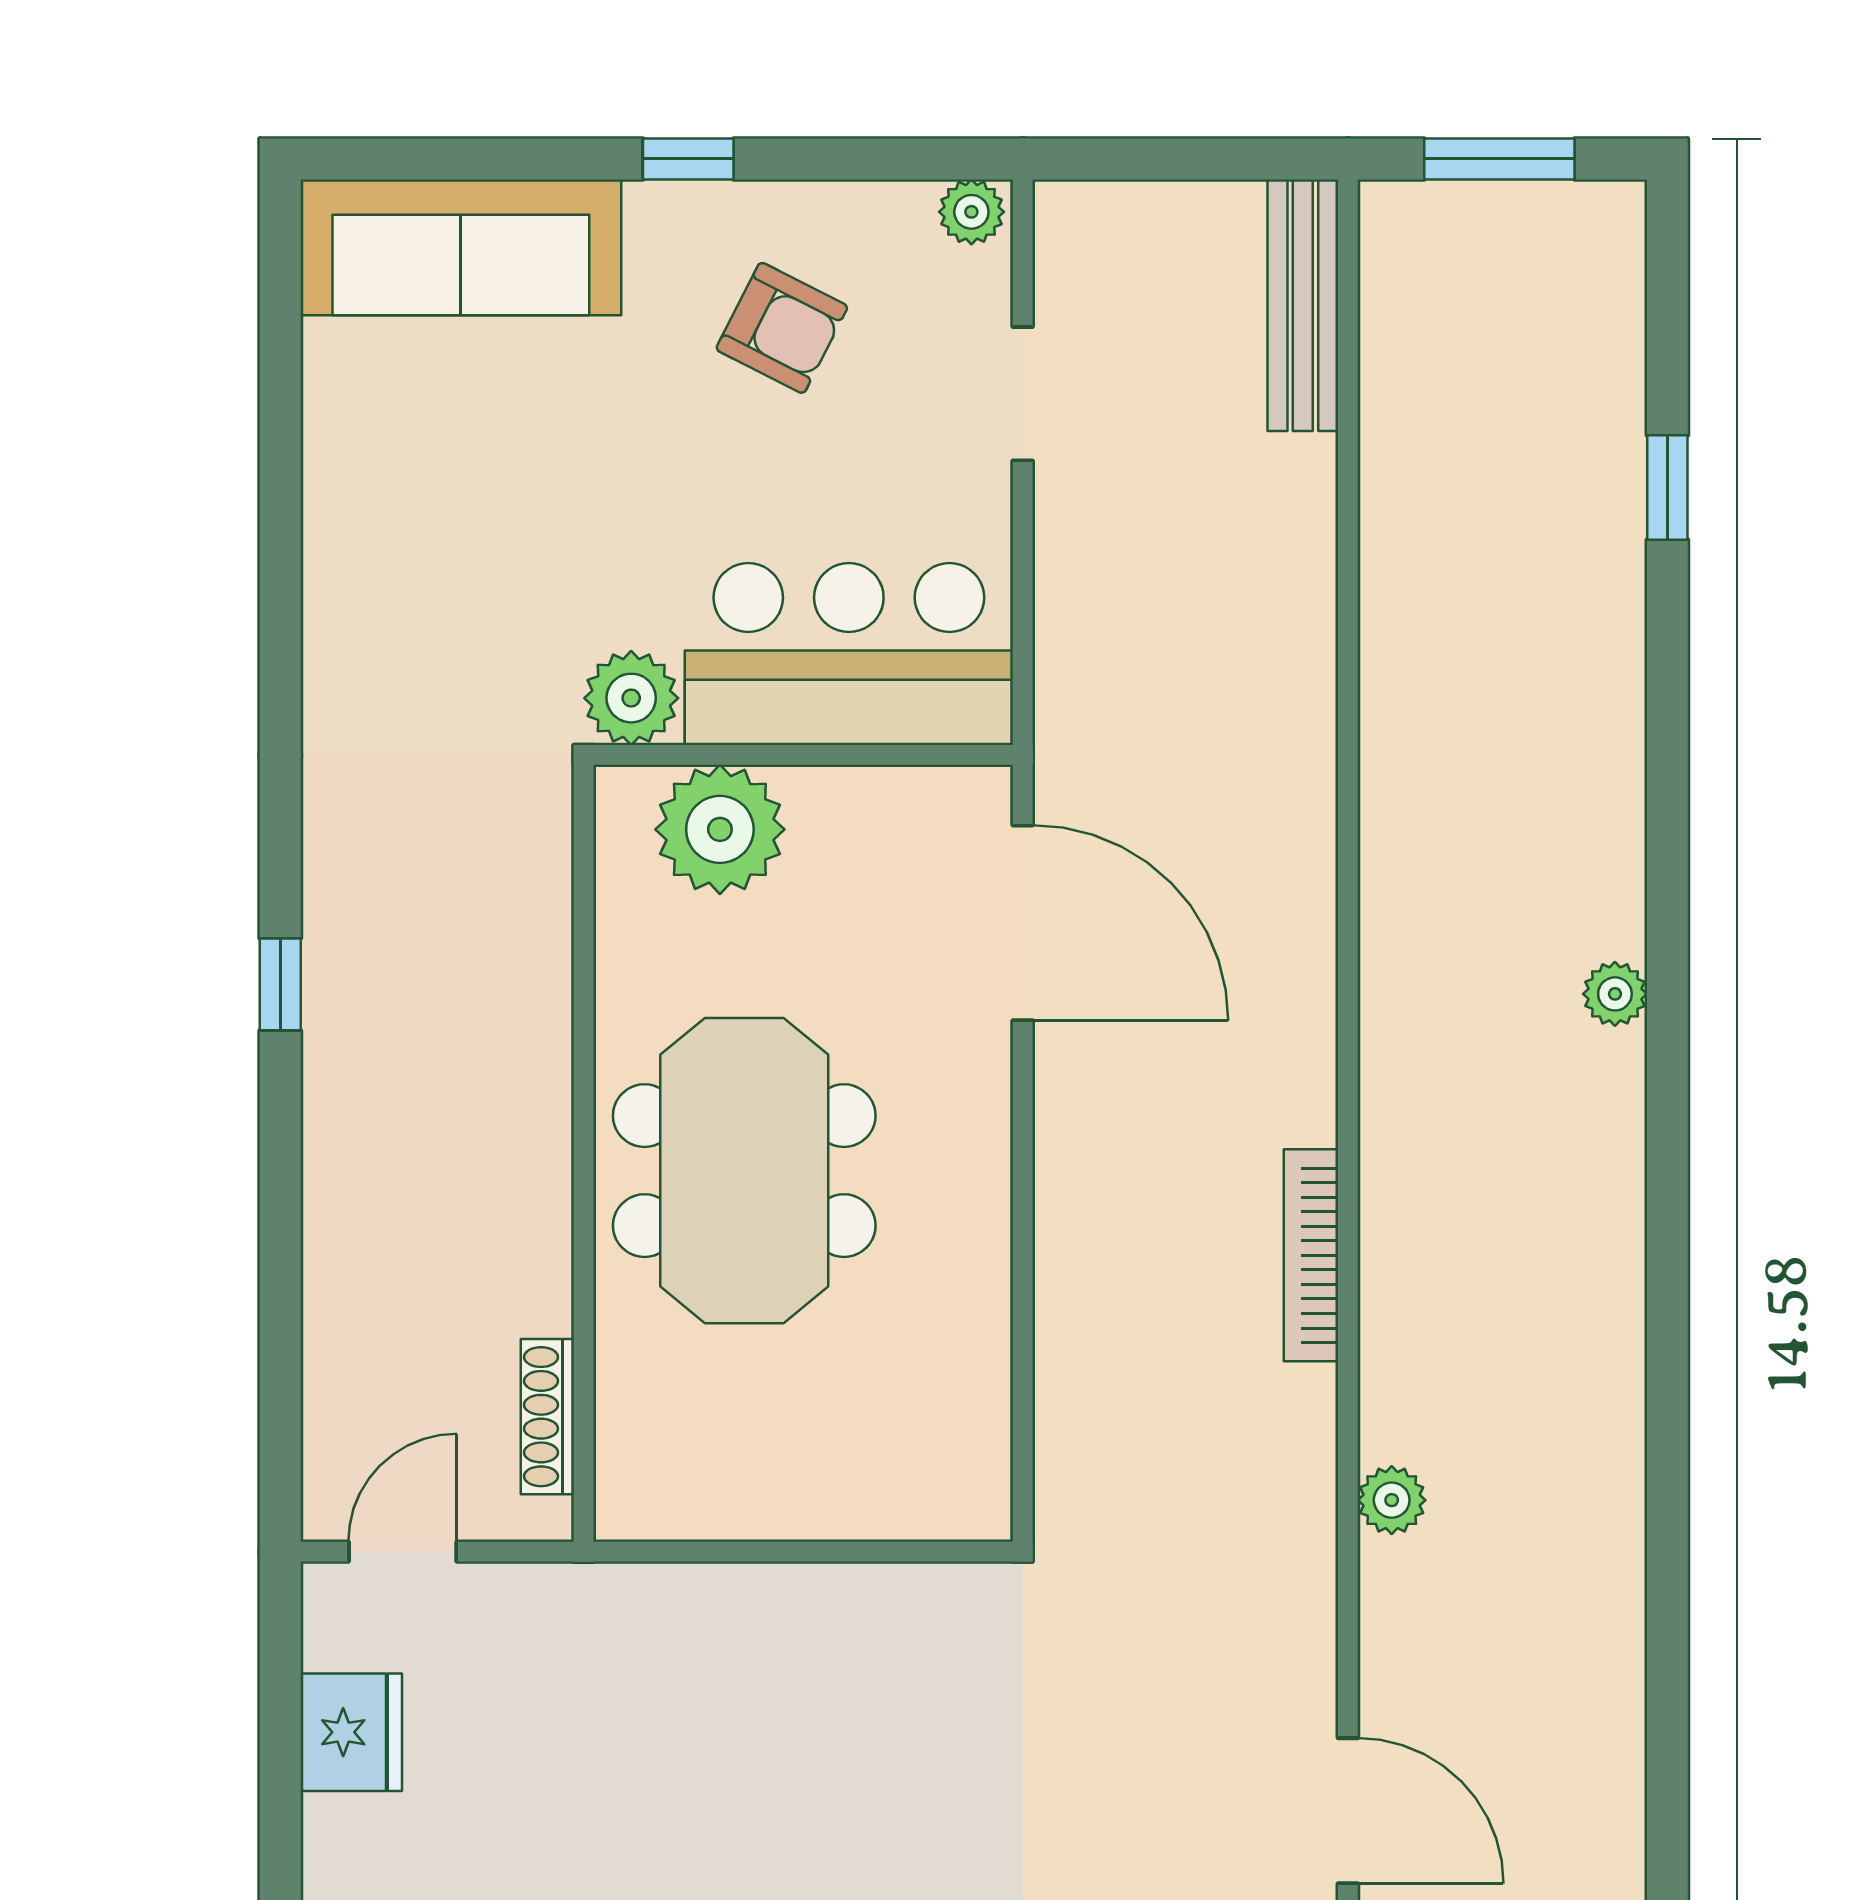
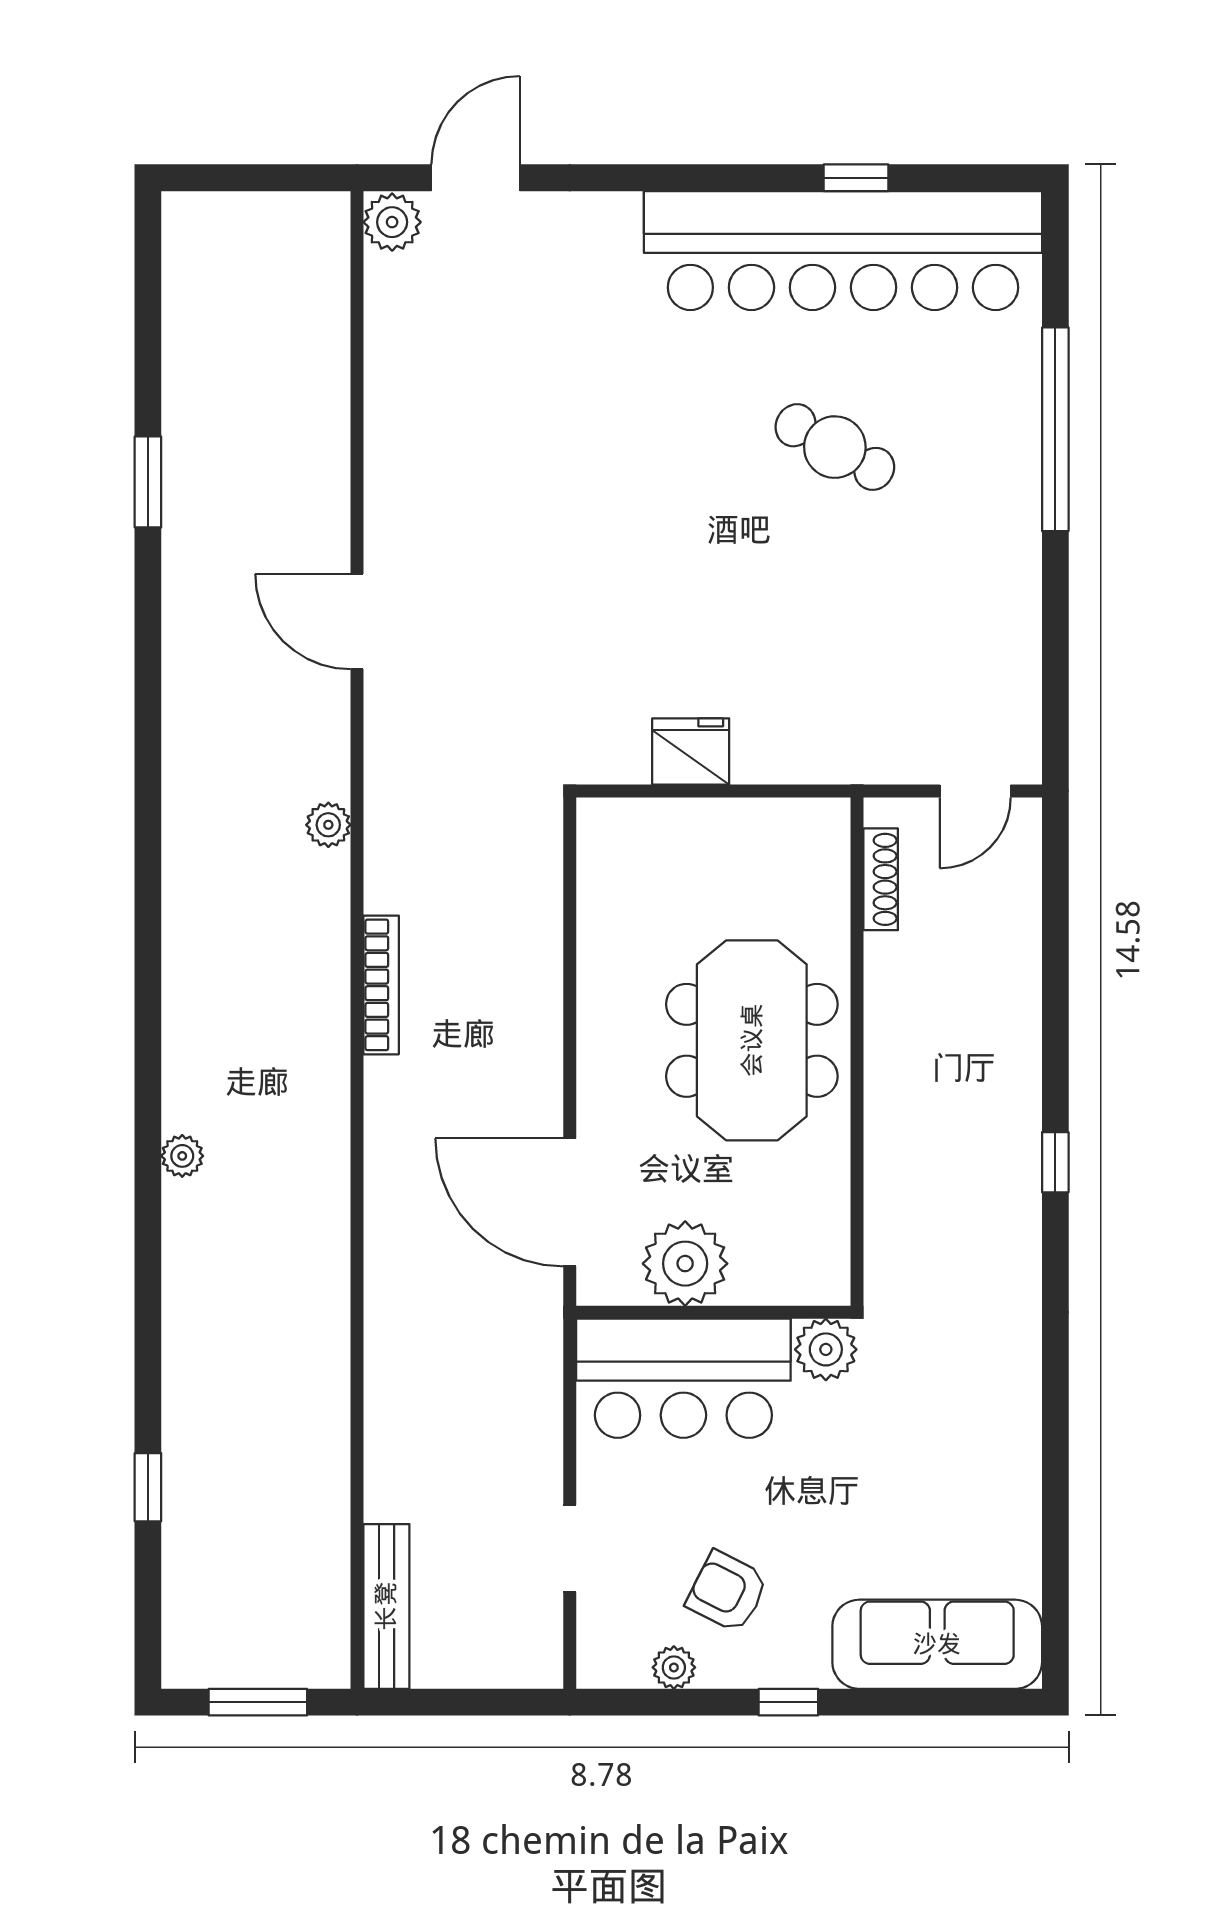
plant: (971, 212) -> (674, 1667), moved
plant: (720, 829) -> (685, 1264), moved
fridge: (351, 1732) -> (691, 751), moved, turned 90

